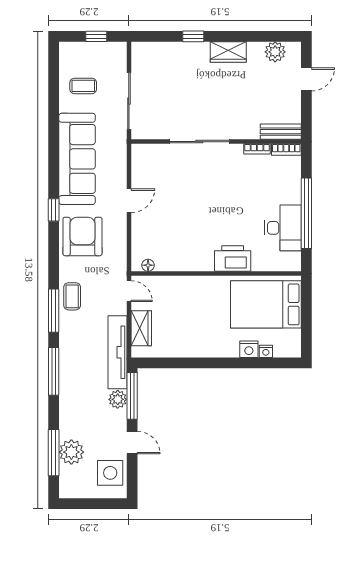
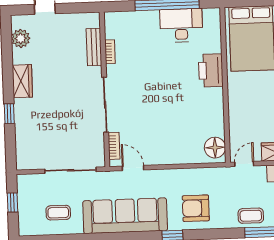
coffee table: (83, 86) -> (58, 213), turned 90
bench: (281, 132) -> (94, 47), moved
bookcase: (286, 150) -> (114, 146), moved
door: (129, 201) -> (133, 168), moved
armchair: (82, 236) -> (196, 208), width x0.73, depth x0.73
floor lamp: (148, 265) -> (215, 148), width x1.89, depth x1.89

